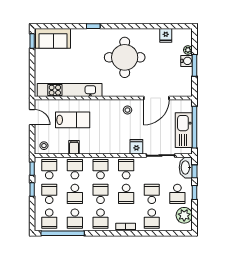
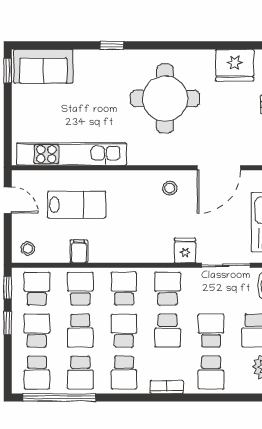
fridge: (166, 35) -> (235, 65), width x1.88, depth x1.34

